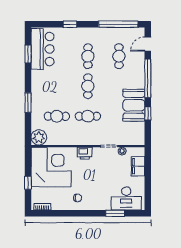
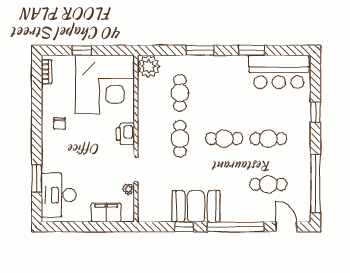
window: (28, 54) -> (252, 50), moved

